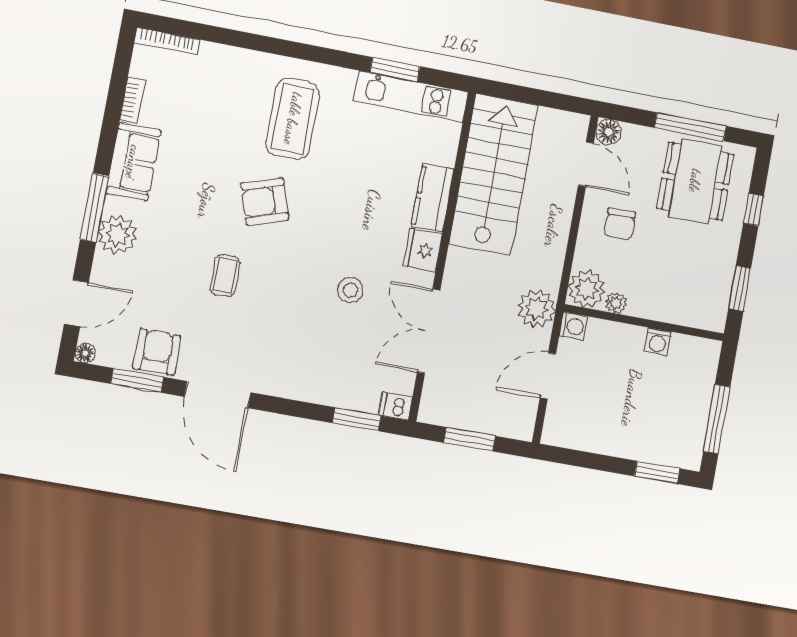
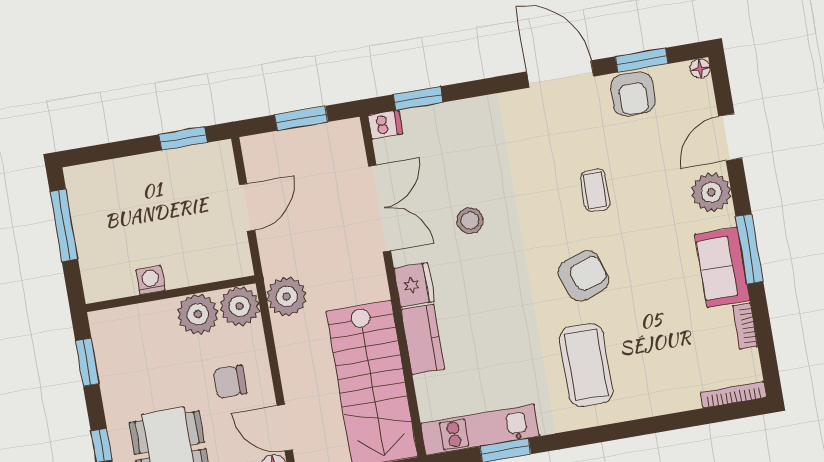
window: (95, 208) -> (749, 249), moved
chair: (620, 224) -> (230, 382), turned -90
door: (76, 303) -> (730, 137), moved
plant: (616, 303) -> (198, 314), width x1.87, depth x1.87
plant: (537, 308) -> (287, 296), moved
washing machine: (573, 326) -> (240, 265), removed
window: (657, 472) -> (183, 138), moved

